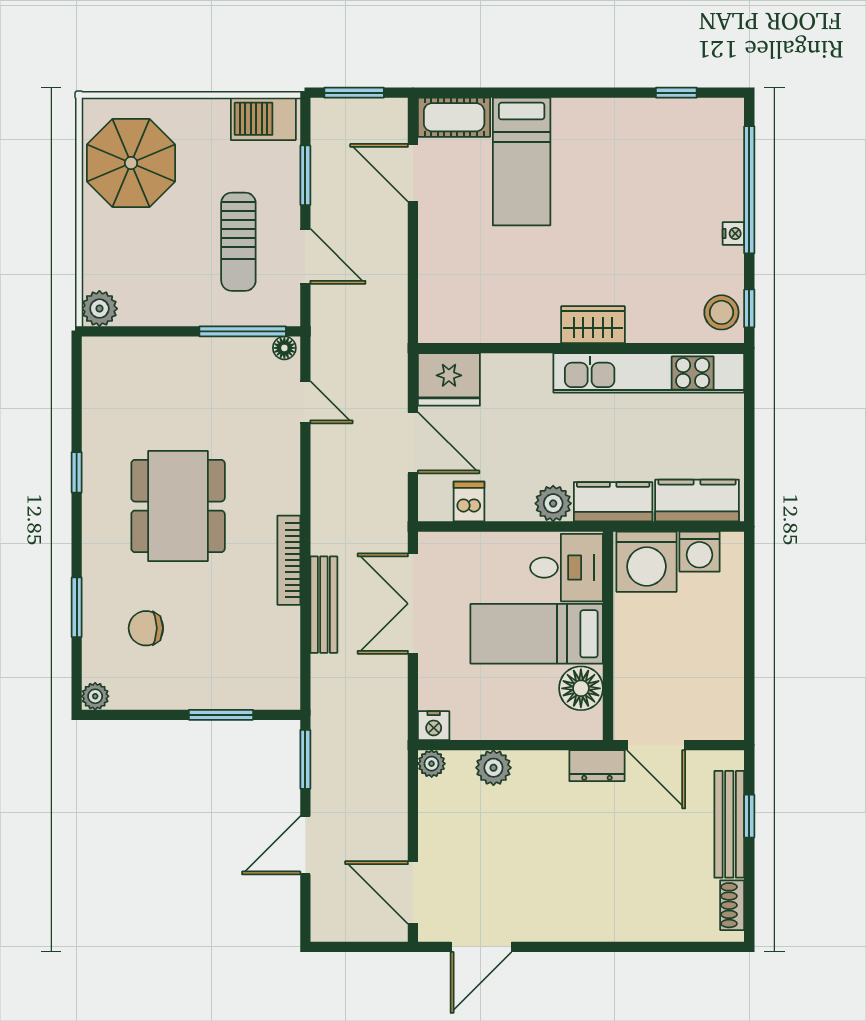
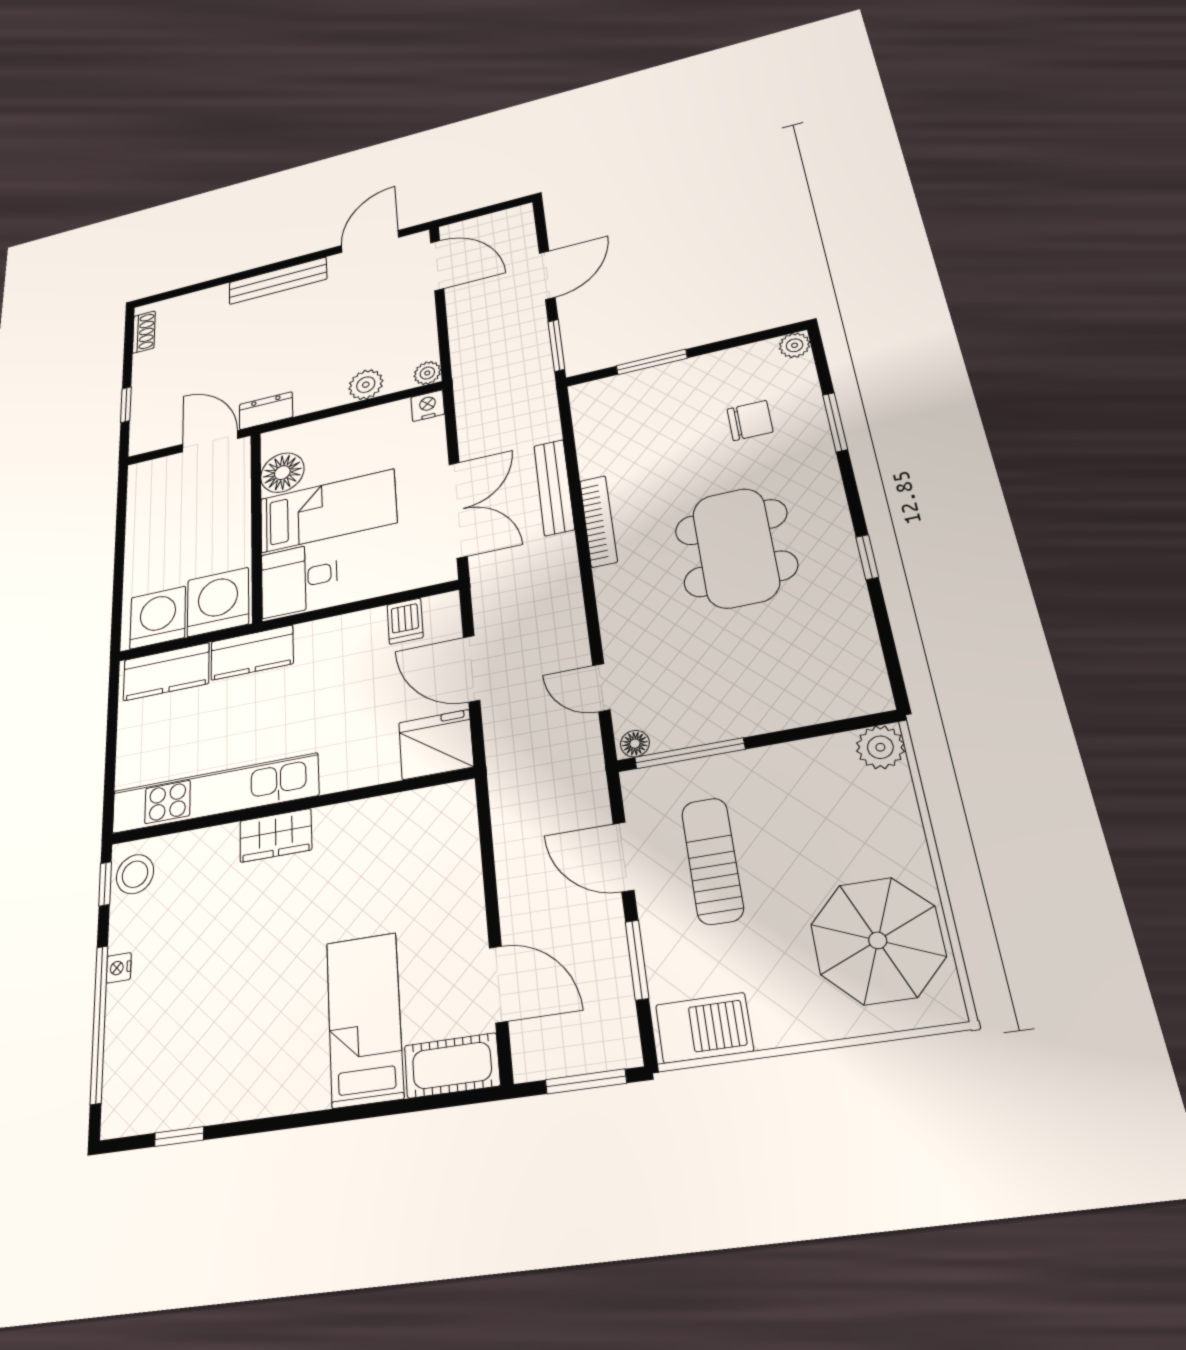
plant: (553, 503) -> (315, 638), removed
washing machine: (699, 552) -> (158, 617), width x1.37, depth x1.37
bench: (729, 824) -> (278, 281), moved, turned 90

